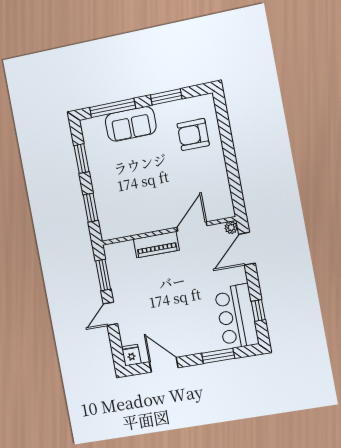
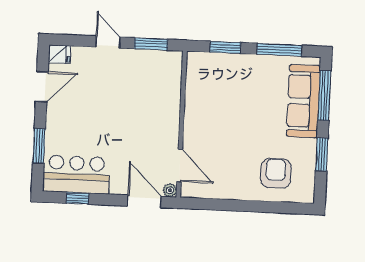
sofa: (131, 124) -> (303, 101), width x1.36
window: (82, 159) -> (279, 50), width x1.44
door: (192, 226) -> (180, 166), moved
piano: (156, 245) -> (170, 108), removed

